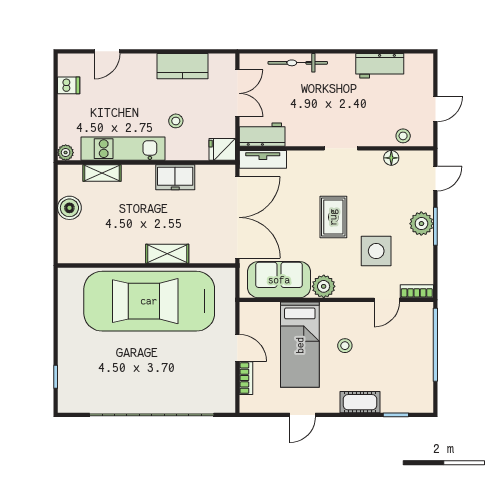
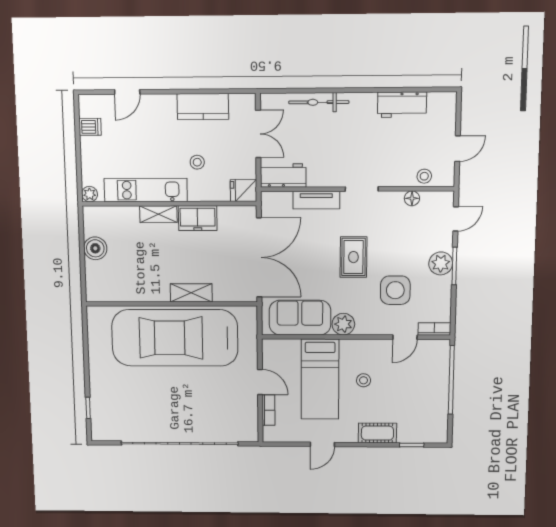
tv unit: (263, 159) -> (316, 200), moved
shelving: (102, 173) -> (158, 214), moved

